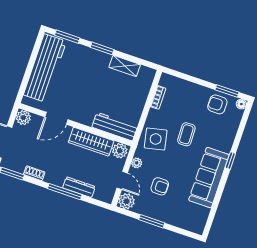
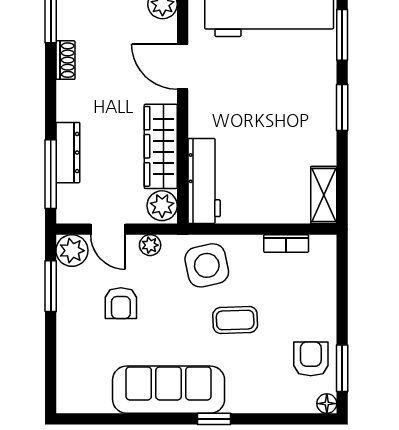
shelving: (125, 66) -> (324, 195), moved
door: (122, 180) -> (108, 229), hinge flipped
window: (65, 192) -> (51, 174), moved
window: (152, 221) -> (51, 286), moved

